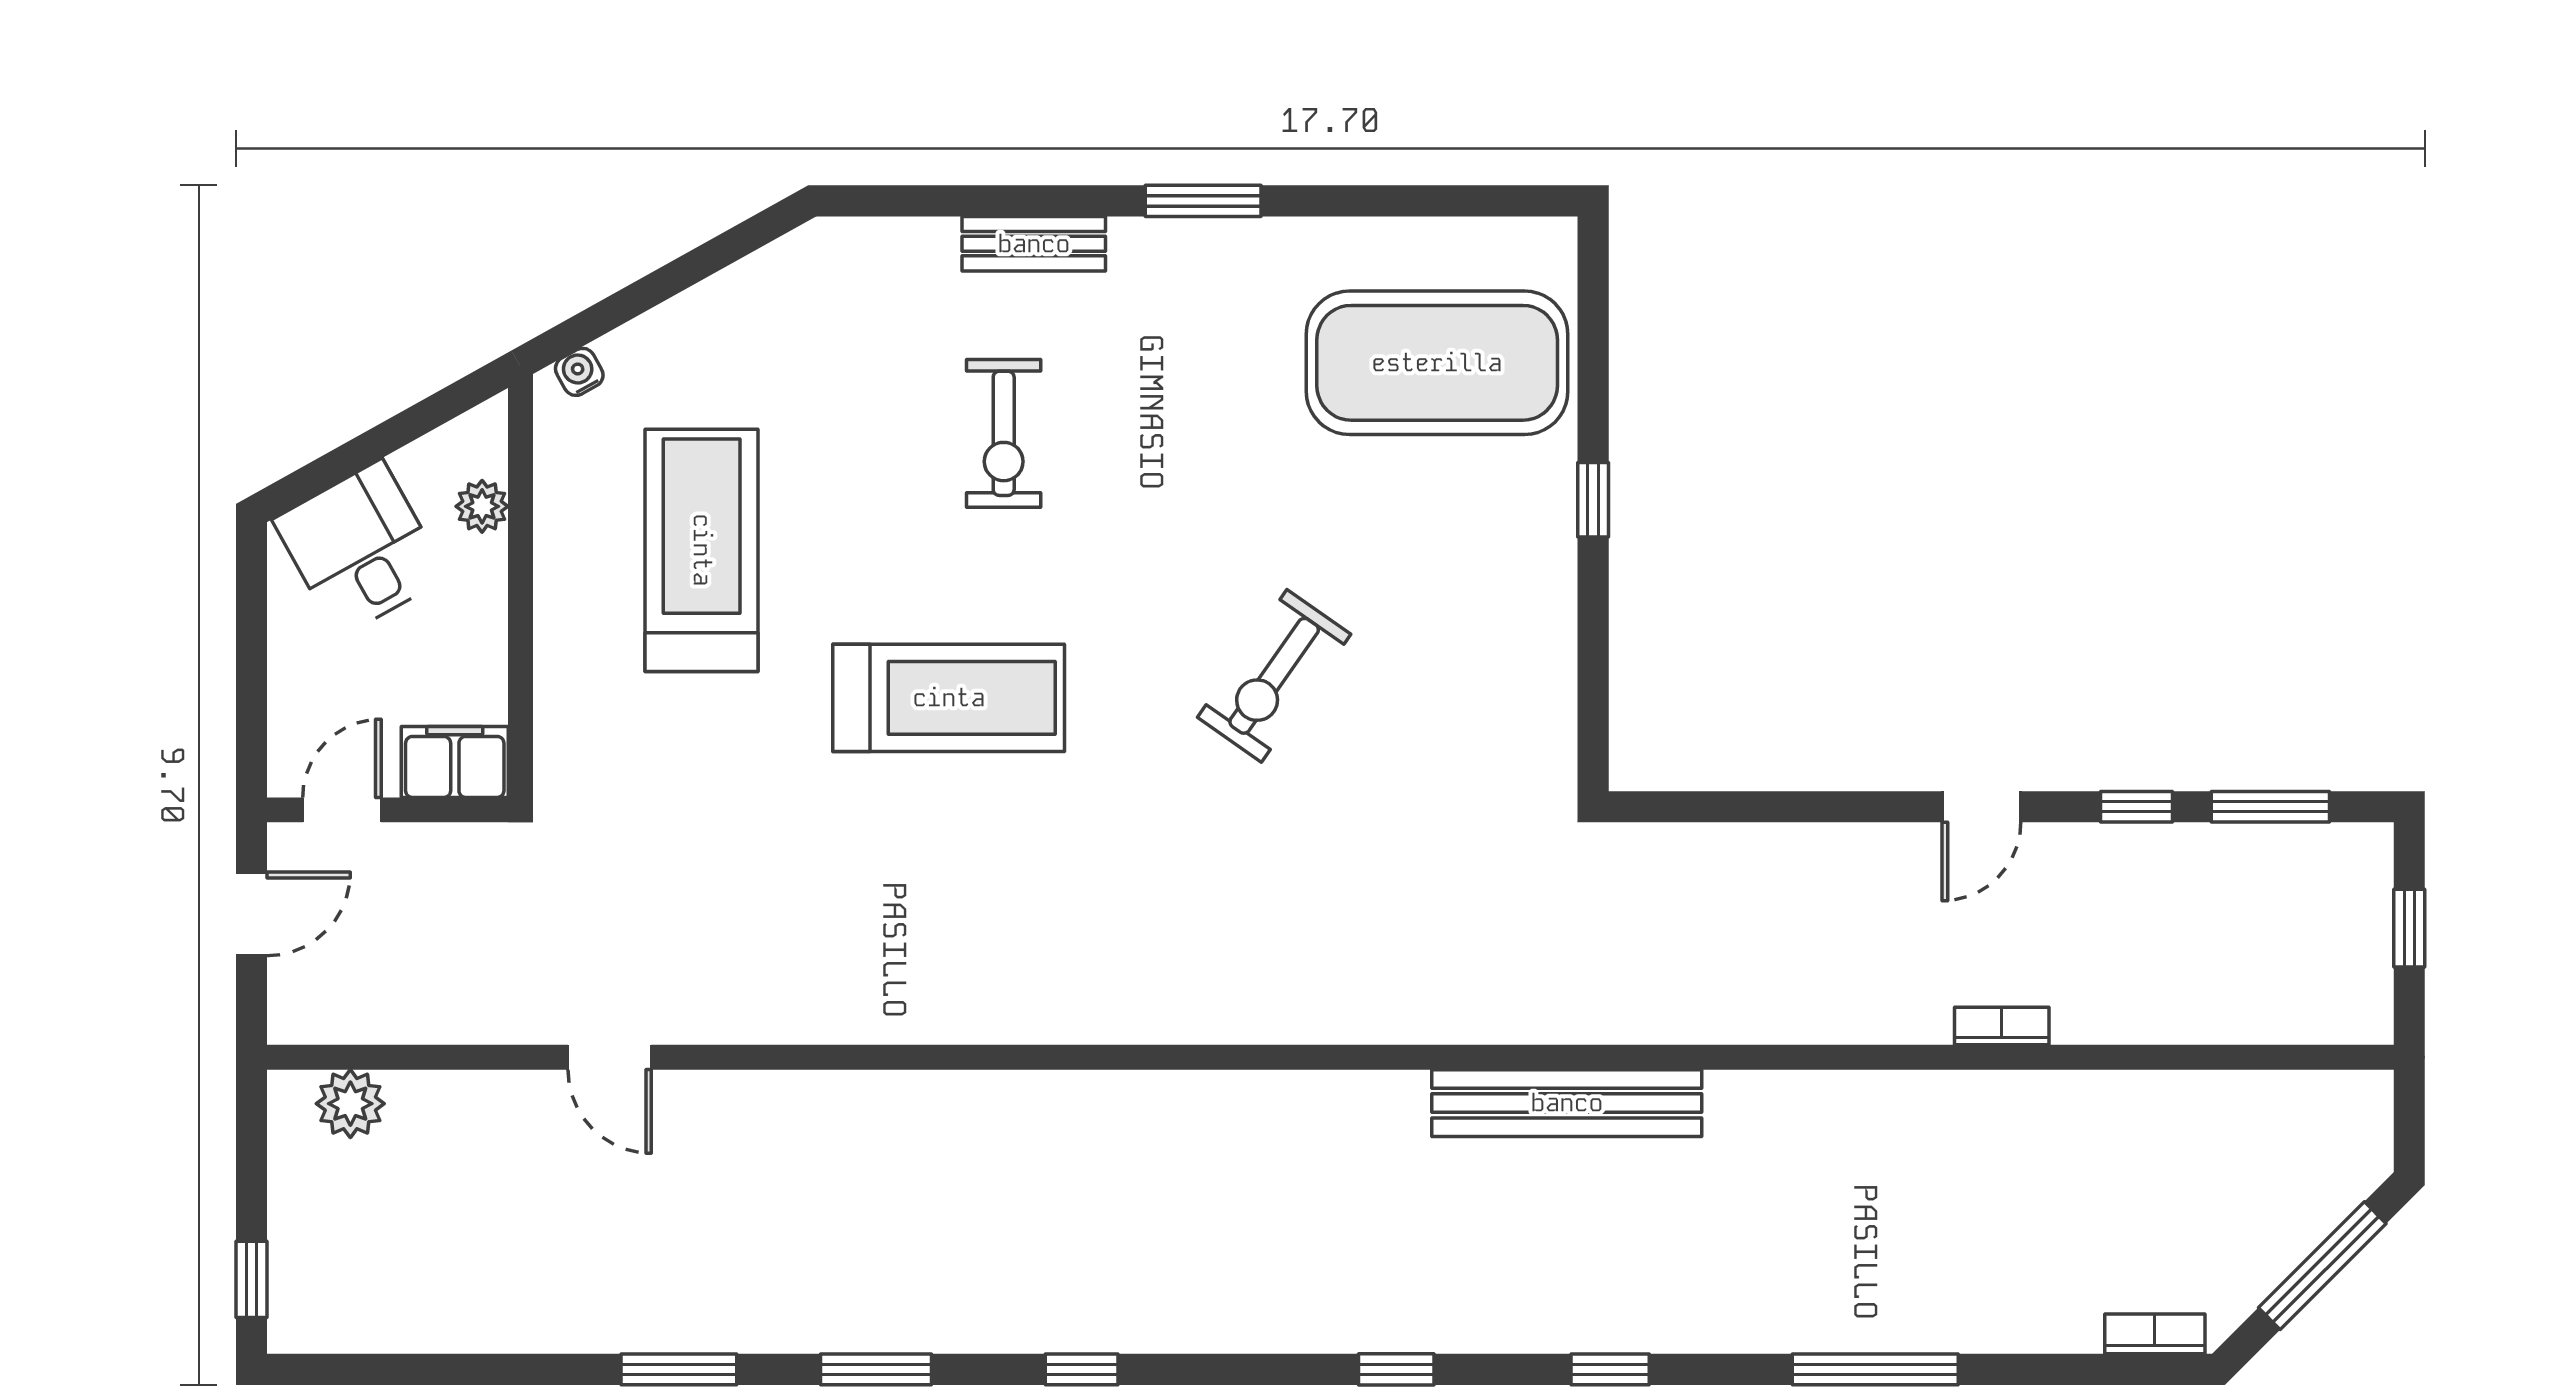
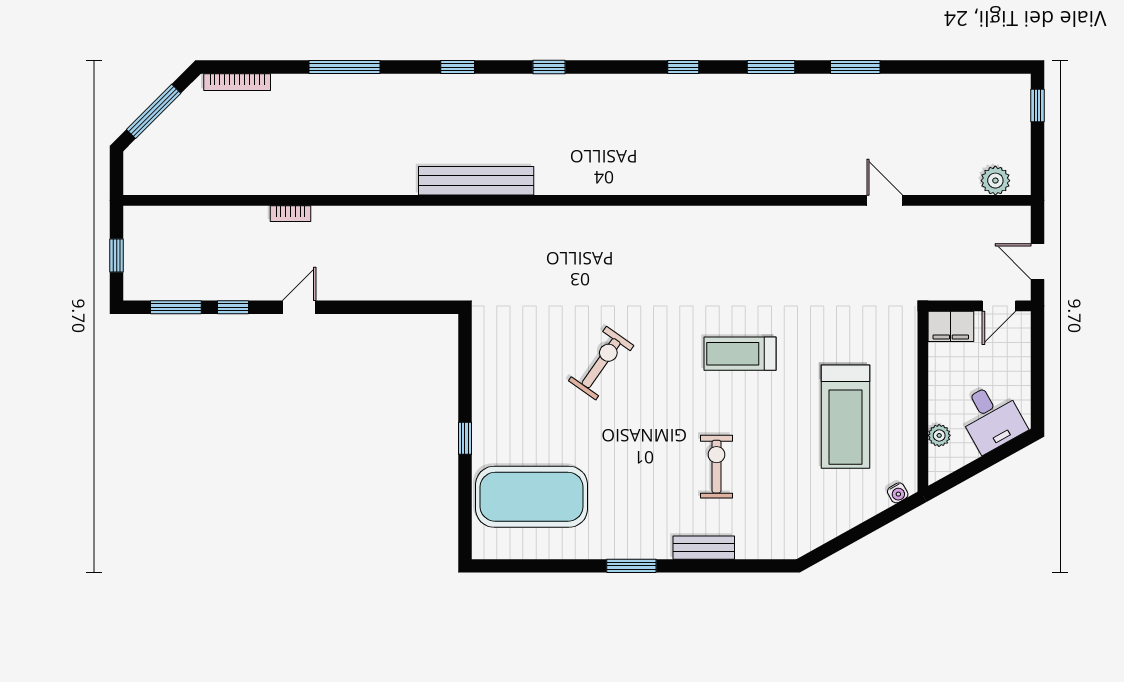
treadmill: (949, 698) -> (740, 354), width x0.73, depth x0.73
door: (251, 914) -> (1038, 261), hinge flipped
bookcase: (2155, 1334) -> (237, 82), width x1.56

